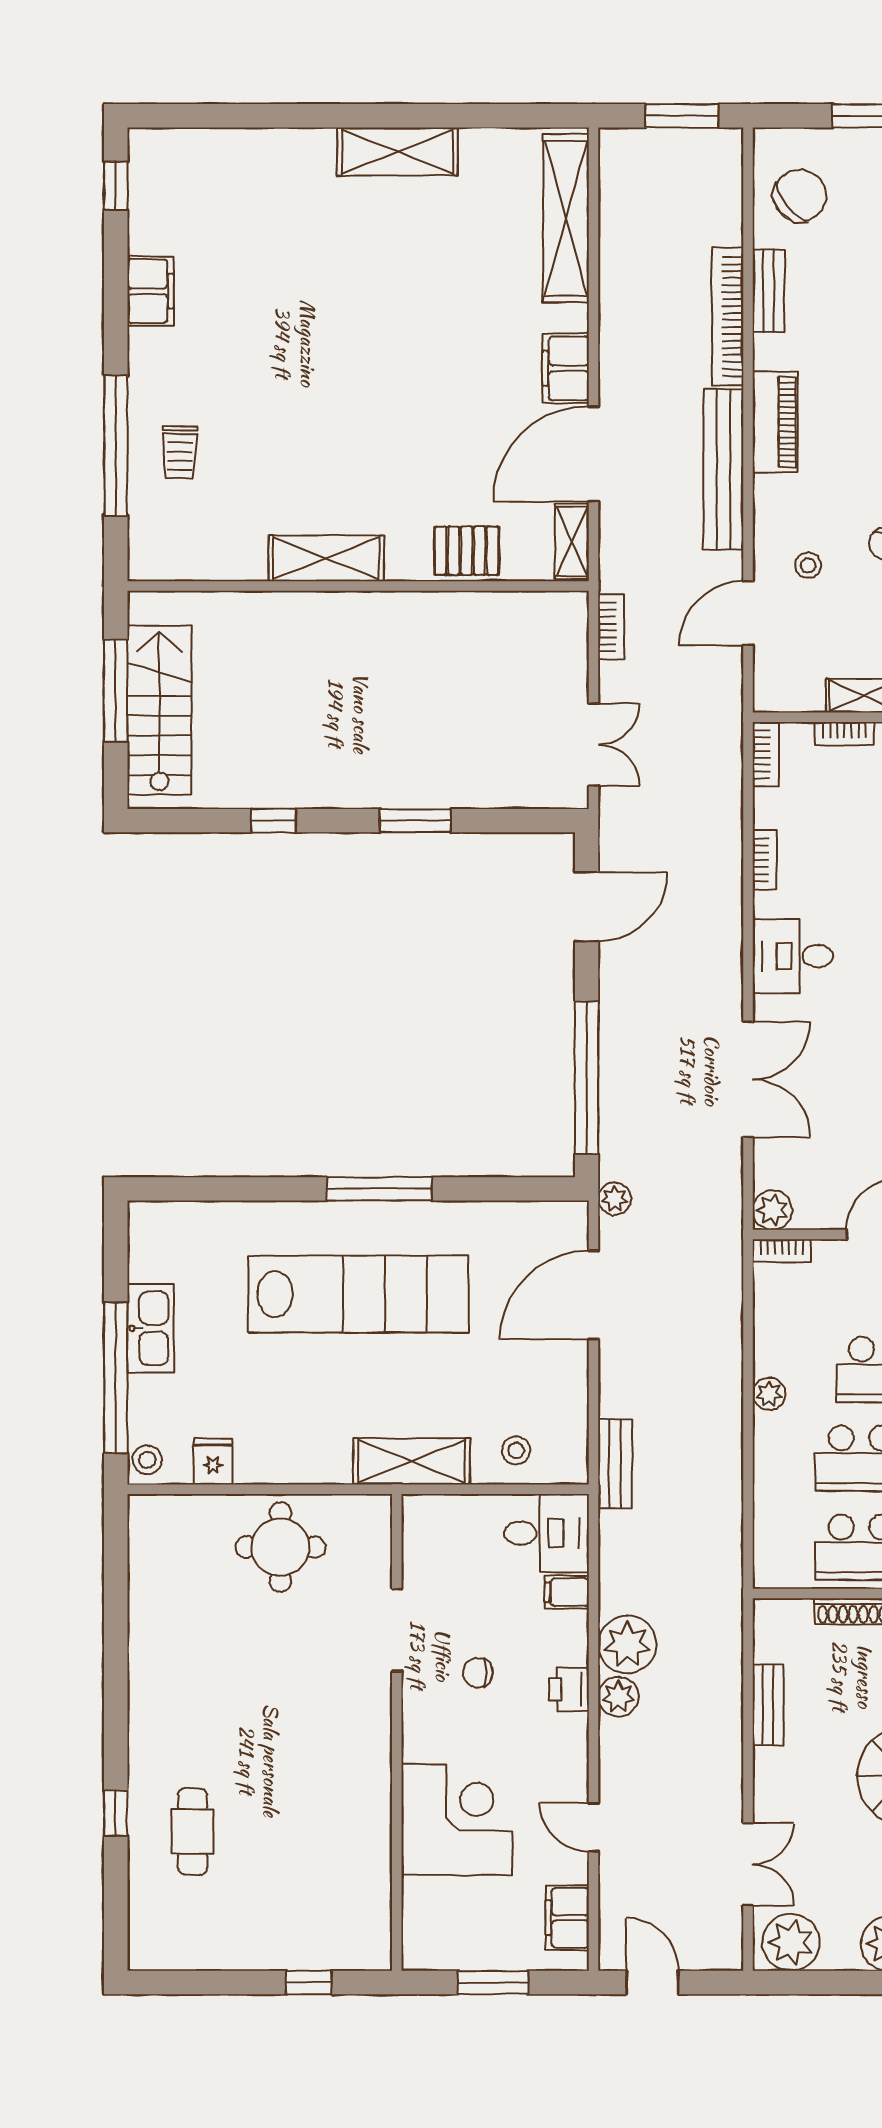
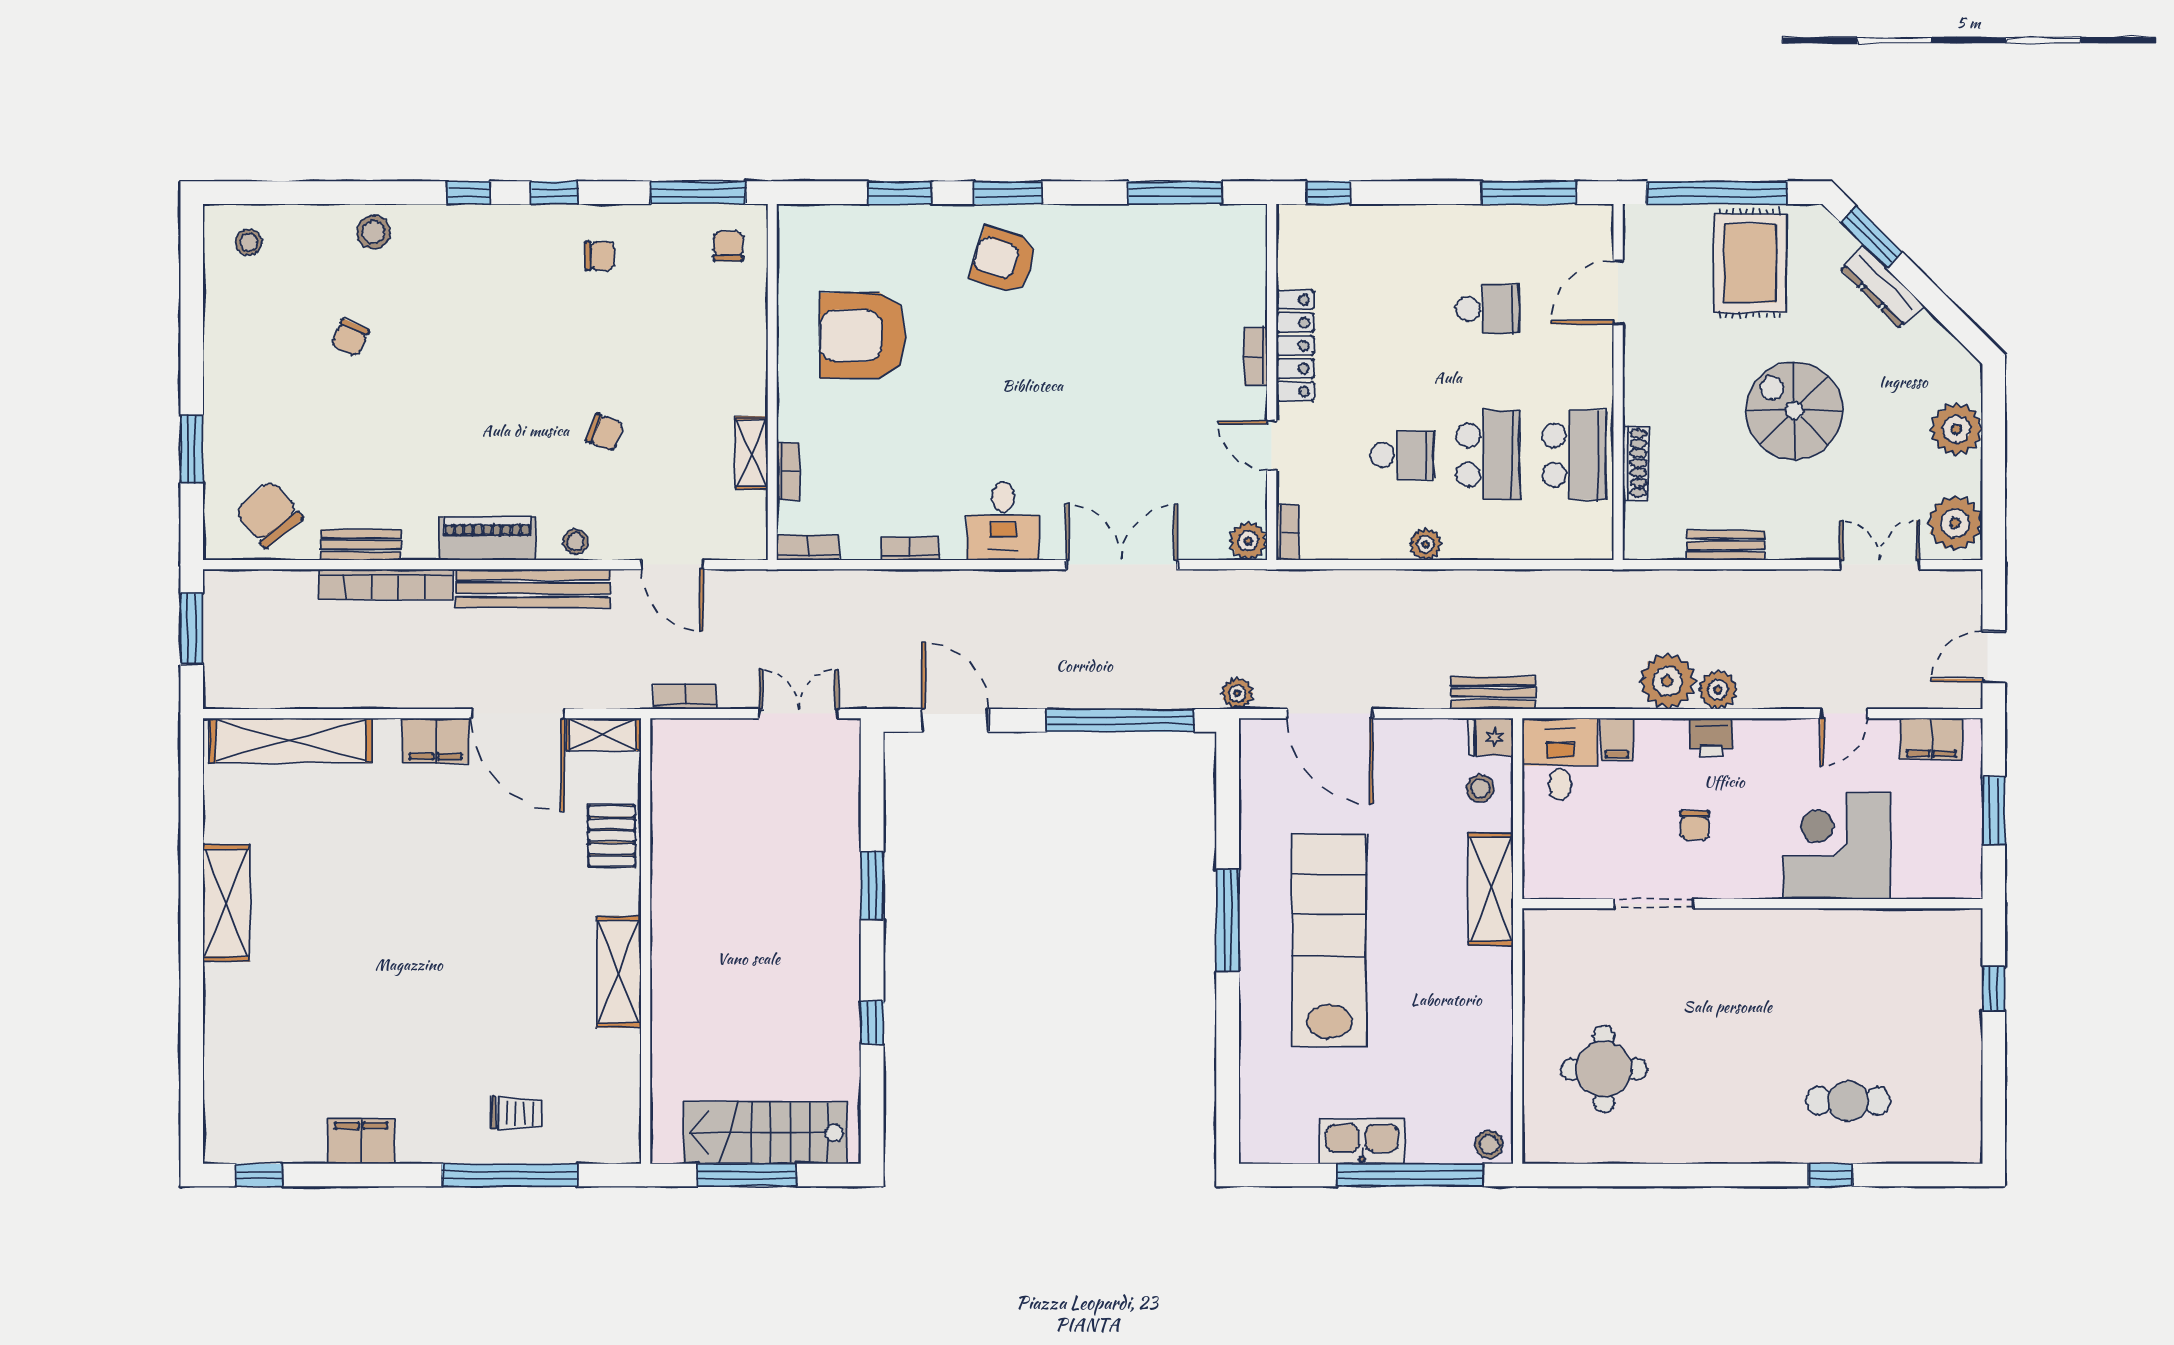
stool: (808, 565) -> (576, 542), moved
fridge: (213, 1461) -> (1491, 737), moved
round table: (280, 1547) -> (1604, 1069), moved

